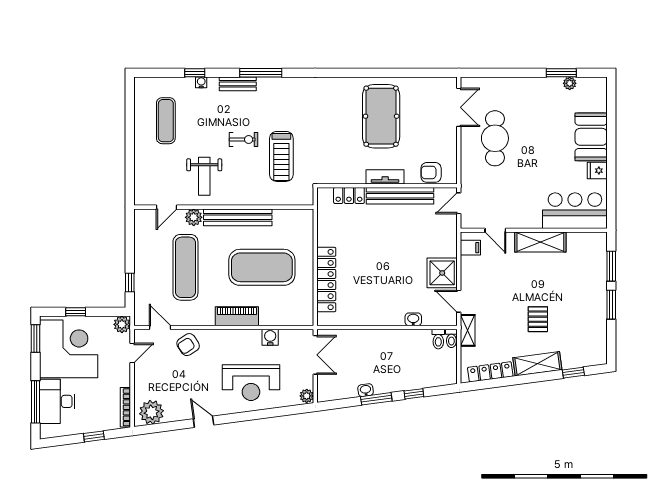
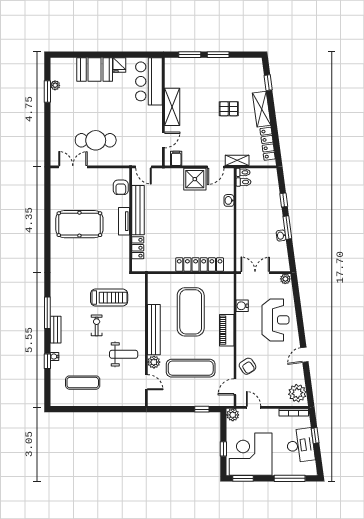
desk: (57, 401) -> (300, 445), moved, turned -98

